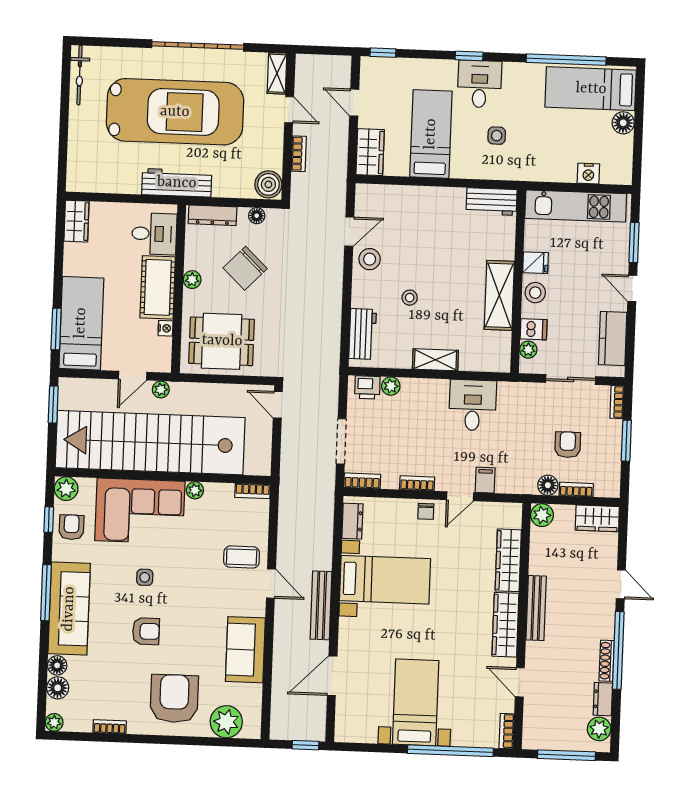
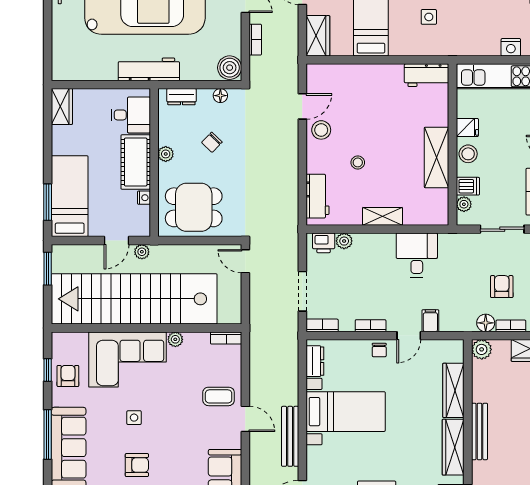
dresser: (213, 215) -> (181, 97), width x0.70
chair: (245, 268) -> (212, 142), width x0.54, depth x0.54
plant: (66, 489) -> (62, 342), removed

